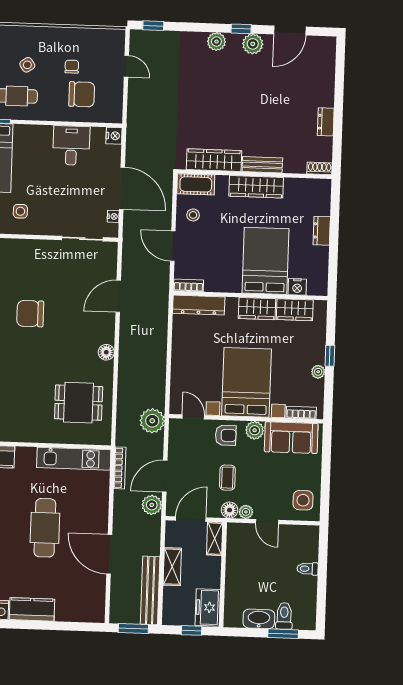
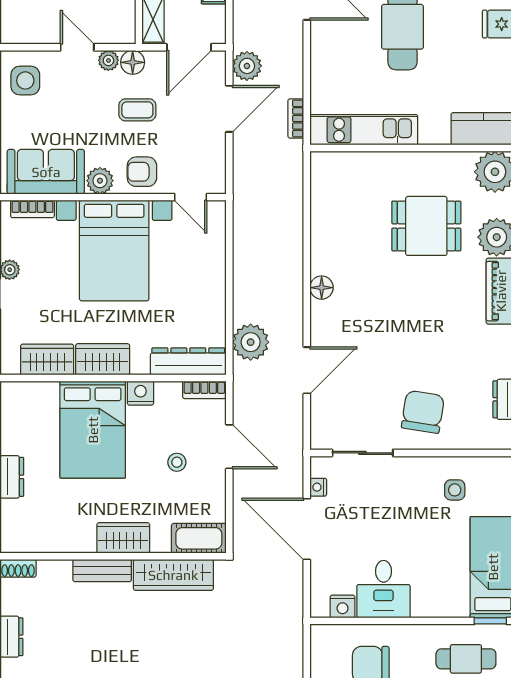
nightstand: (114, 136) -> (343, 606), moved, turned -90
wardrobe: (256, 187) -> (123, 538), width x0.67
stool: (193, 215) -> (177, 462), moved
nightstand: (297, 287) -> (140, 393), moved
chair: (30, 314) -> (423, 412), moved, turned -81
dining table: (79, 403) -> (426, 226), moved
plant: (152, 421) -> (251, 342), moved
bookcase: (120, 468) -> (296, 118), width x0.64
coffee table: (227, 478) -> (137, 110), turned 90

